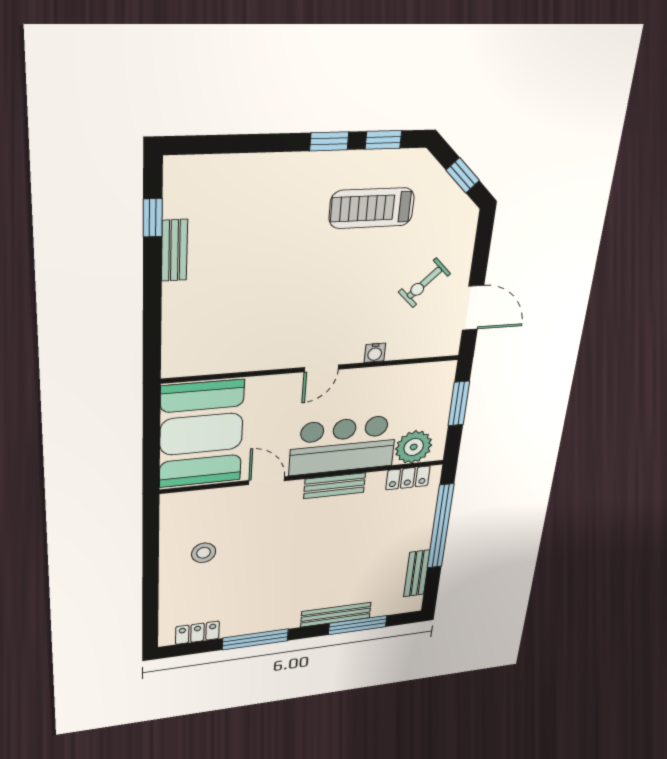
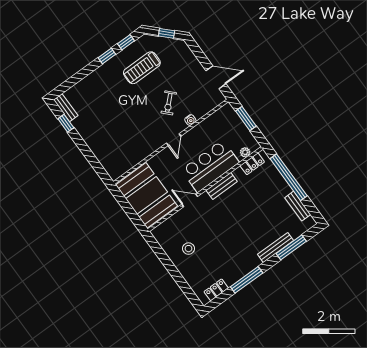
bench: (174, 250) -> (66, 108), moved
exercise bike: (424, 283) -> (169, 103), moved
plant: (414, 447) -> (245, 152), width x0.53, depth x0.53

